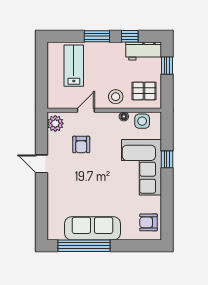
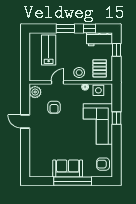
pallet: (144, 91) -> (100, 68), turned 90
sofa: (92, 228) -> (68, 168), width x0.73
window: (84, 246) -> (73, 181), moved

